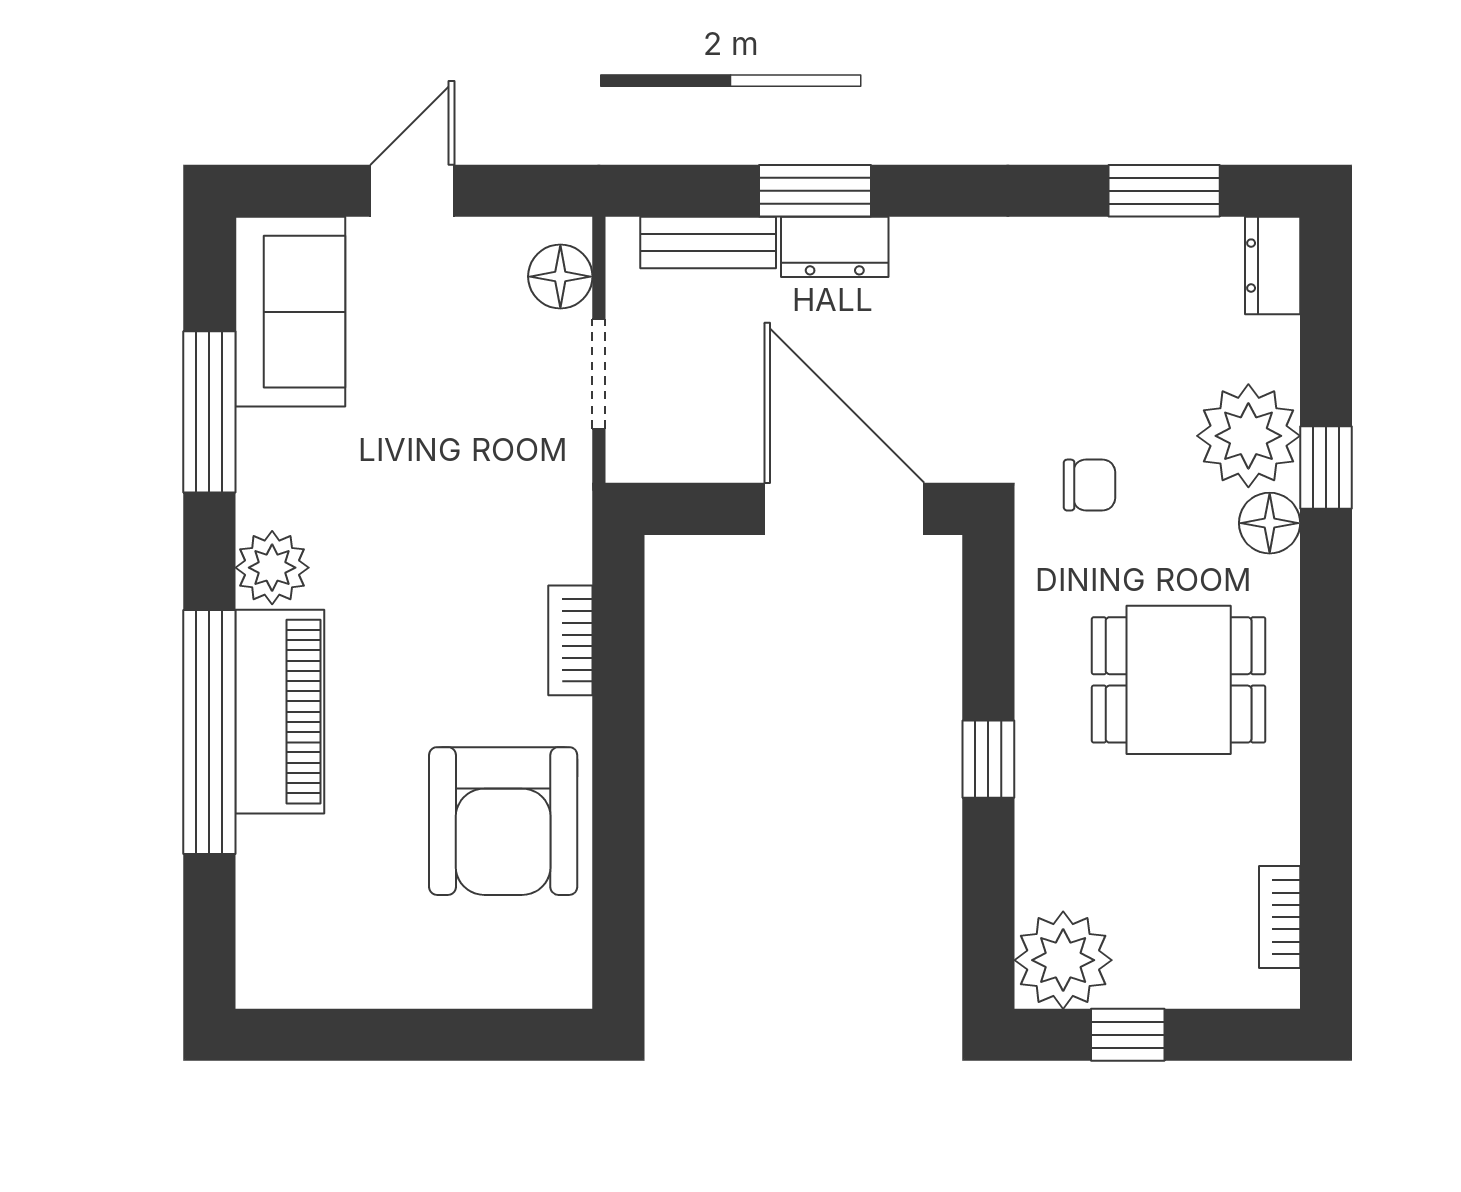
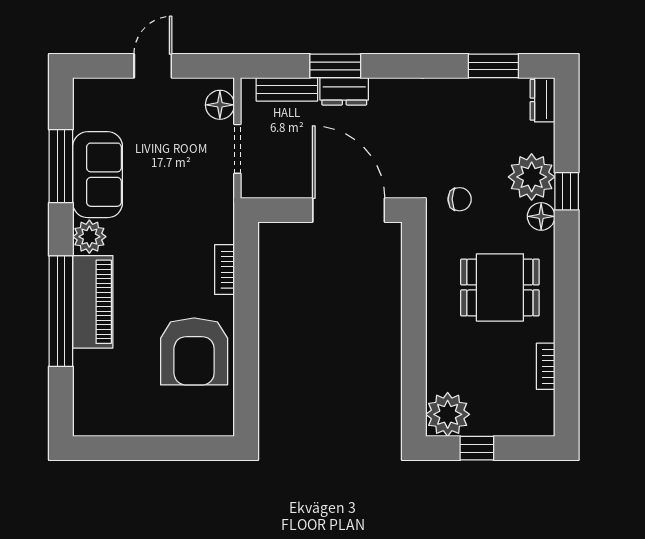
sofa: (290, 312) -> (98, 175), moved
window: (988, 759) -> (414, 323), removed
bookcase: (1280, 917) -> (546, 366), moved

